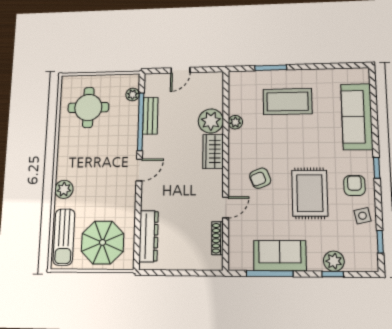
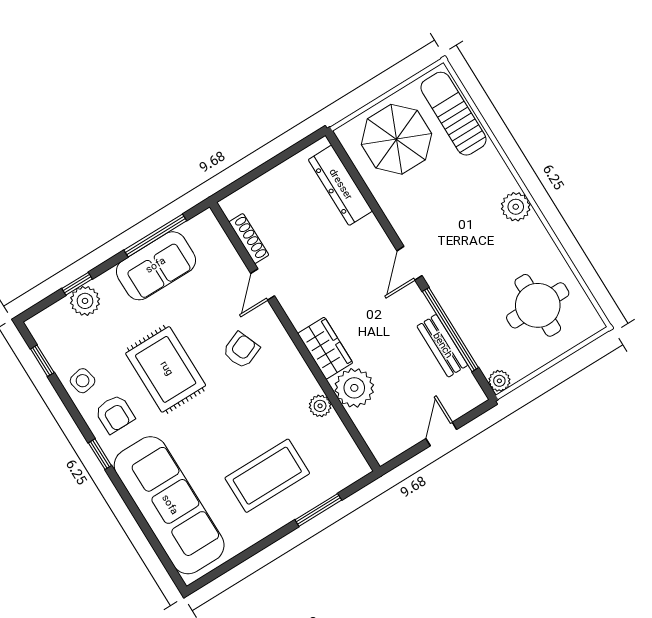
plant: (133, 95) -> (499, 381), moved
sofa: (357, 117) -> (169, 505), width x1.36, depth x1.27
plant: (64, 189) -> (516, 207), moved

